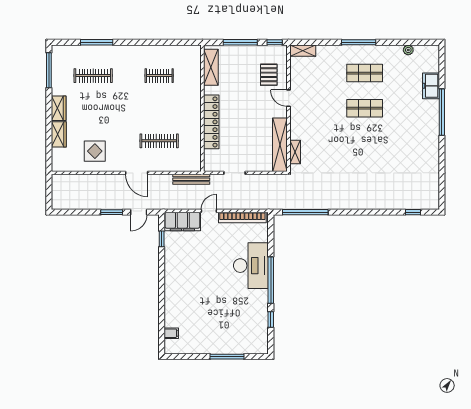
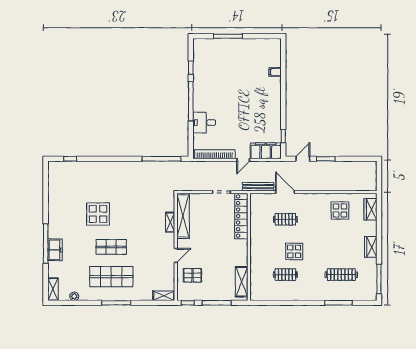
shelving: (433, 58) -> (53, 289), added
shop shelf: (365, 73) -> (111, 277), width x1.43, depth x1.36
pallet: (269, 75) -> (193, 275), turned 90
freezer: (431, 86) -> (55, 250), moved
door: (289, 98) -> (176, 255), hinge flipped
display table: (149, 103) -> (294, 251), added
locker: (211, 122) -> (241, 216), moved
wardrobe: (59, 134) -> (371, 209), moved
clothes rail: (159, 141) -> (285, 219), width x0.73
display table: (380, 147) -> (98, 214), added
shelving: (295, 152) -> (170, 222), moved
door: (137, 173) -> (285, 192), moved
desk: (251, 266) -> (204, 123), width x0.53, depth x0.77
filing cabinet: (171, 333) -> (275, 72), moved

